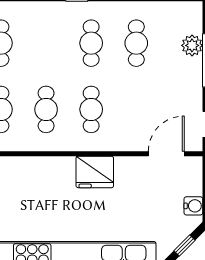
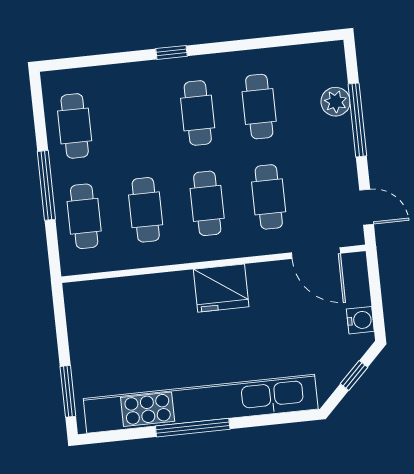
cafe table: (136, 109) -> (269, 197), added
door: (166, 154) -> (316, 253), swing flipped

